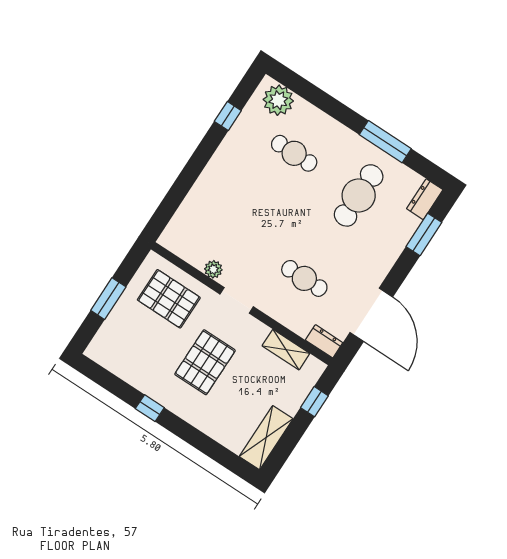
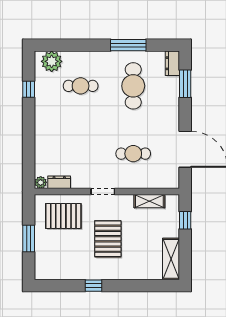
plant: (213, 269) -> (41, 182), moved
dresser: (324, 341) -> (59, 182), moved

